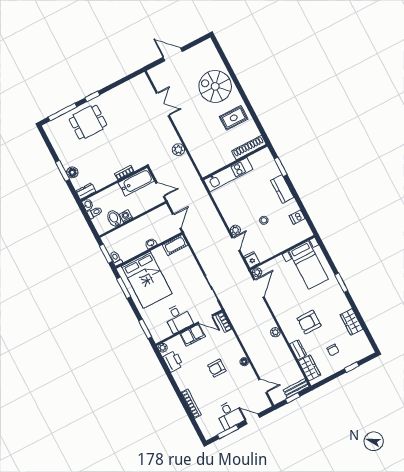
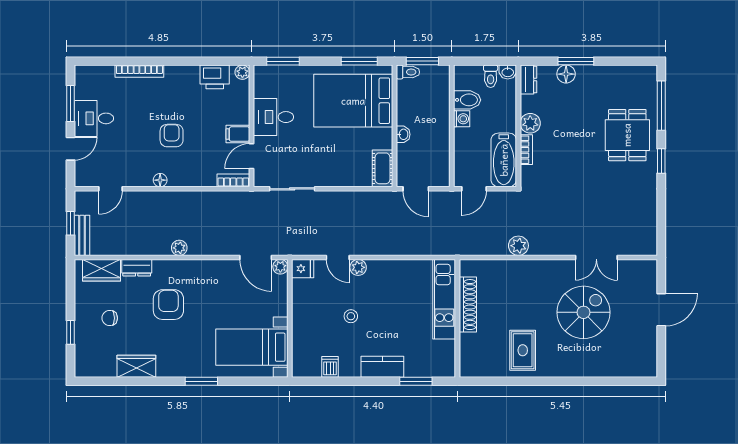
spiral stairs: (215, 86) -> (584, 312), moved
shoe rack: (249, 148) -> (468, 305), moved
plant: (109, 178) -> (530, 123), added
filing cabinet: (193, 335) -> (238, 134), width x0.50

